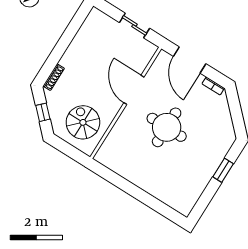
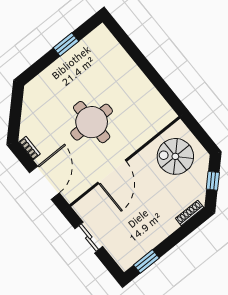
window: (77, 22) -> (146, 261), added
spiral stairs: (83, 122) -> (175, 156), turned 90
window: (223, 170) -> (66, 45), moved

